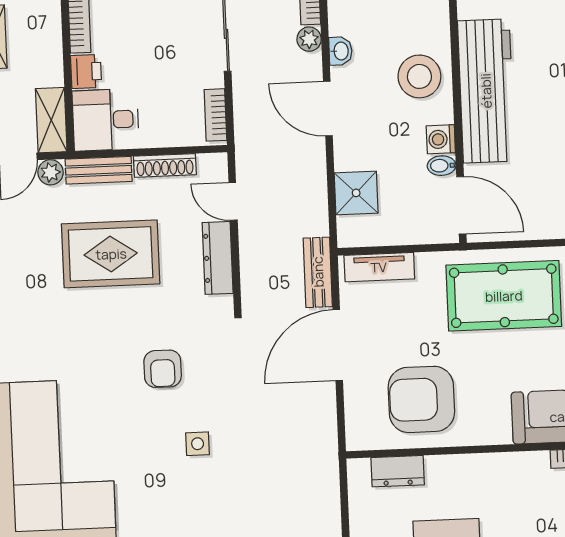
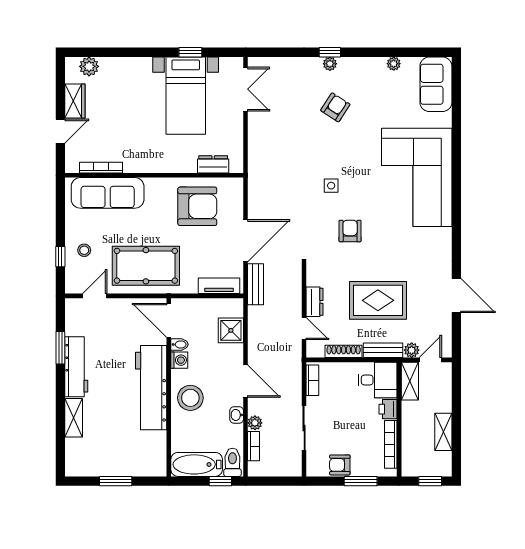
dresser: (218, 258) -> (315, 302), width x0.70

